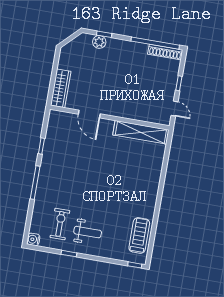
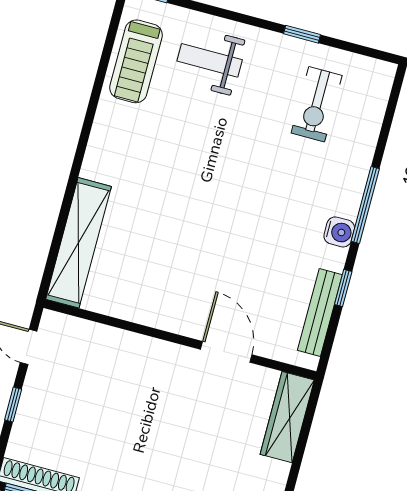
shelving: (141, 132) -> (78, 243), moved, turned 90
bench: (51, 135) -> (320, 313), added
weight bench: (88, 232) -> (210, 60), moved
water cooler: (33, 239) -> (339, 232), moved

